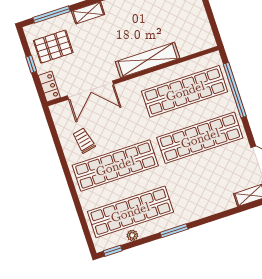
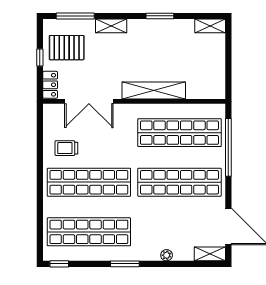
trolley: (84, 141) -> (66, 148), turned -78
plant: (132, 235) -> (167, 255), moved

